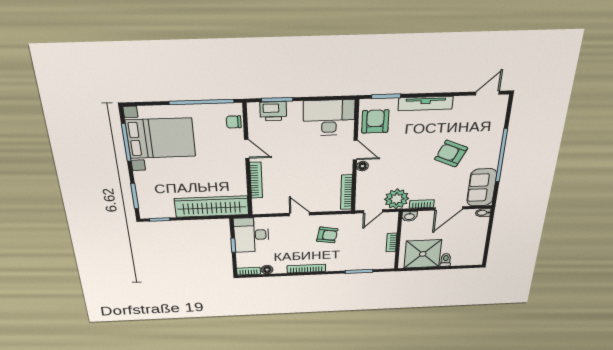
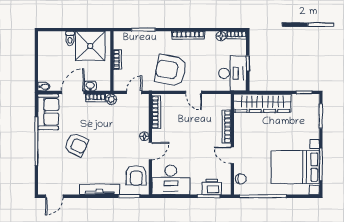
door: (355, 150) -> (150, 151), swing flipped
plant: (397, 199) -> (111, 99), width x0.53, depth x0.53
washbasin: (409, 216) -> (90, 86), moved
armchair: (327, 235) -> (171, 70), width x1.88, depth x1.88

